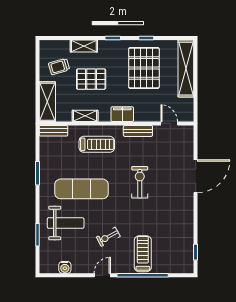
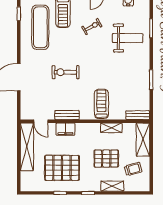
pallet: (144, 68) -> (62, 168), turned 90
shelving: (186, 69) -> (27, 147), moved
filing cabinet: (122, 114) -> (65, 129), moved
treadmill: (97, 144) -> (101, 104), turned 90
exercise bike: (140, 182) -> (65, 72), turned 90
exercise mat: (82, 189) -> (40, 27), moved, turned 90
weight bench: (66, 223) -> (128, 38), turned 180

